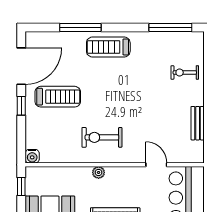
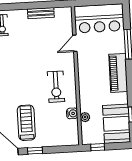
water cooler: (32, 156) -> (72, 113), moved
plant: (99, 172) -> (85, 117), moved

